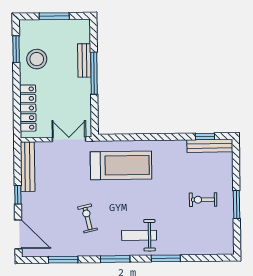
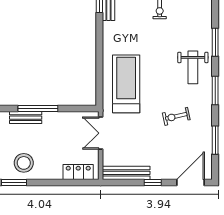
locker: (28, 108) -> (78, 172), width x0.66

